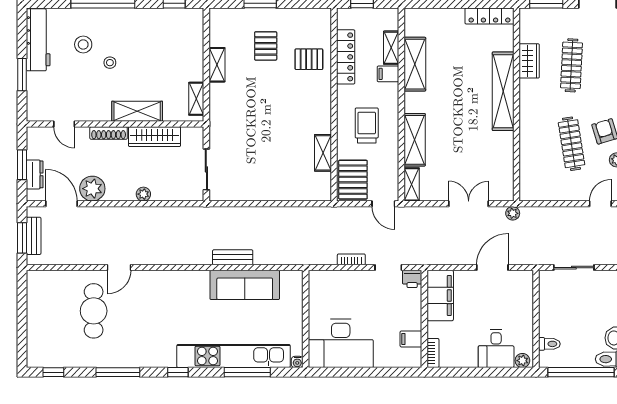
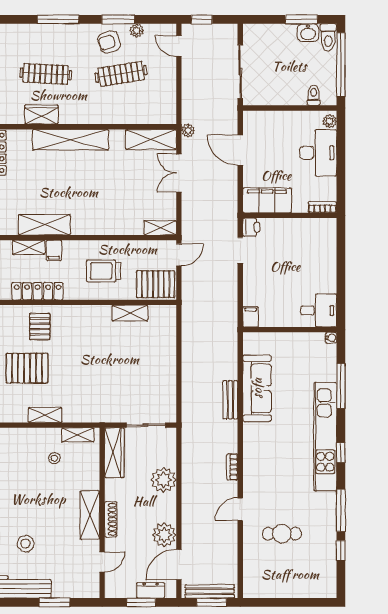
pallet: (266, 46) -> (27, 368), width x1.50, depth x1.42
stool: (110, 63) -> (54, 458), moved
shelving: (137, 111) -> (90, 515), moved
wardrobe: (155, 137) -> (114, 453), moved
shelving: (415, 140) -> (151, 139), moved
plant: (143, 194) -> (164, 480), width x1.87, depth x1.87
bench: (34, 236) -> (210, 591), width x1.36
bookcase: (351, 259) -> (232, 467), moved
door: (119, 268) -> (240, 509), swing flipped
sliding door: (574, 268) -> (240, 72), width x1.37
cafe table: (94, 311) -> (282, 534), width x0.73, depth x0.74
filing cabinet: (411, 339) -> (251, 317), moved, turned 180
desk: (341, 343) -> (319, 310), width x0.53, depth x0.77
desk: (496, 349) -> (318, 153), width x1.37
kitchen unit: (234, 356) -> (325, 437), moved
window: (53, 372) -> (341, 551), moved

